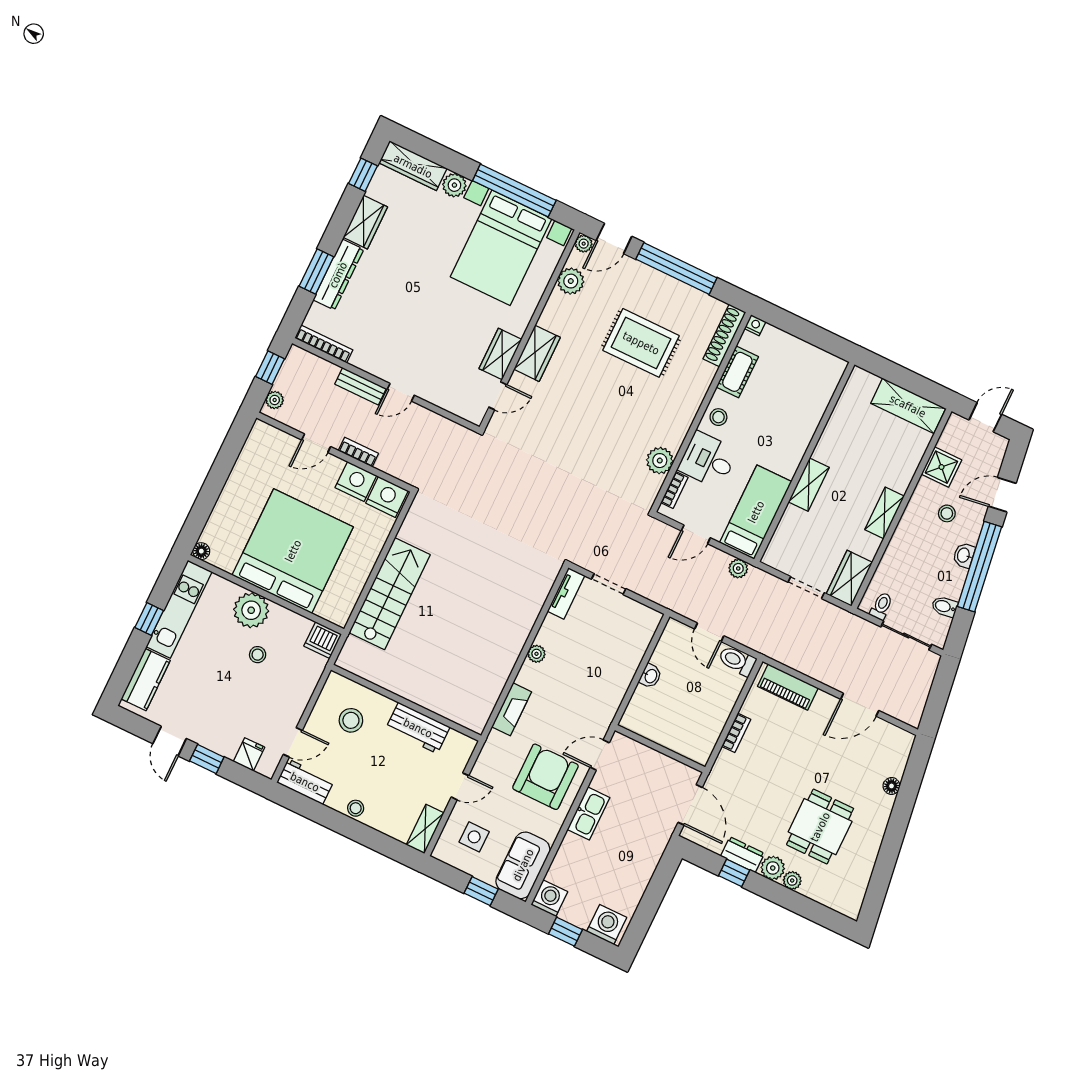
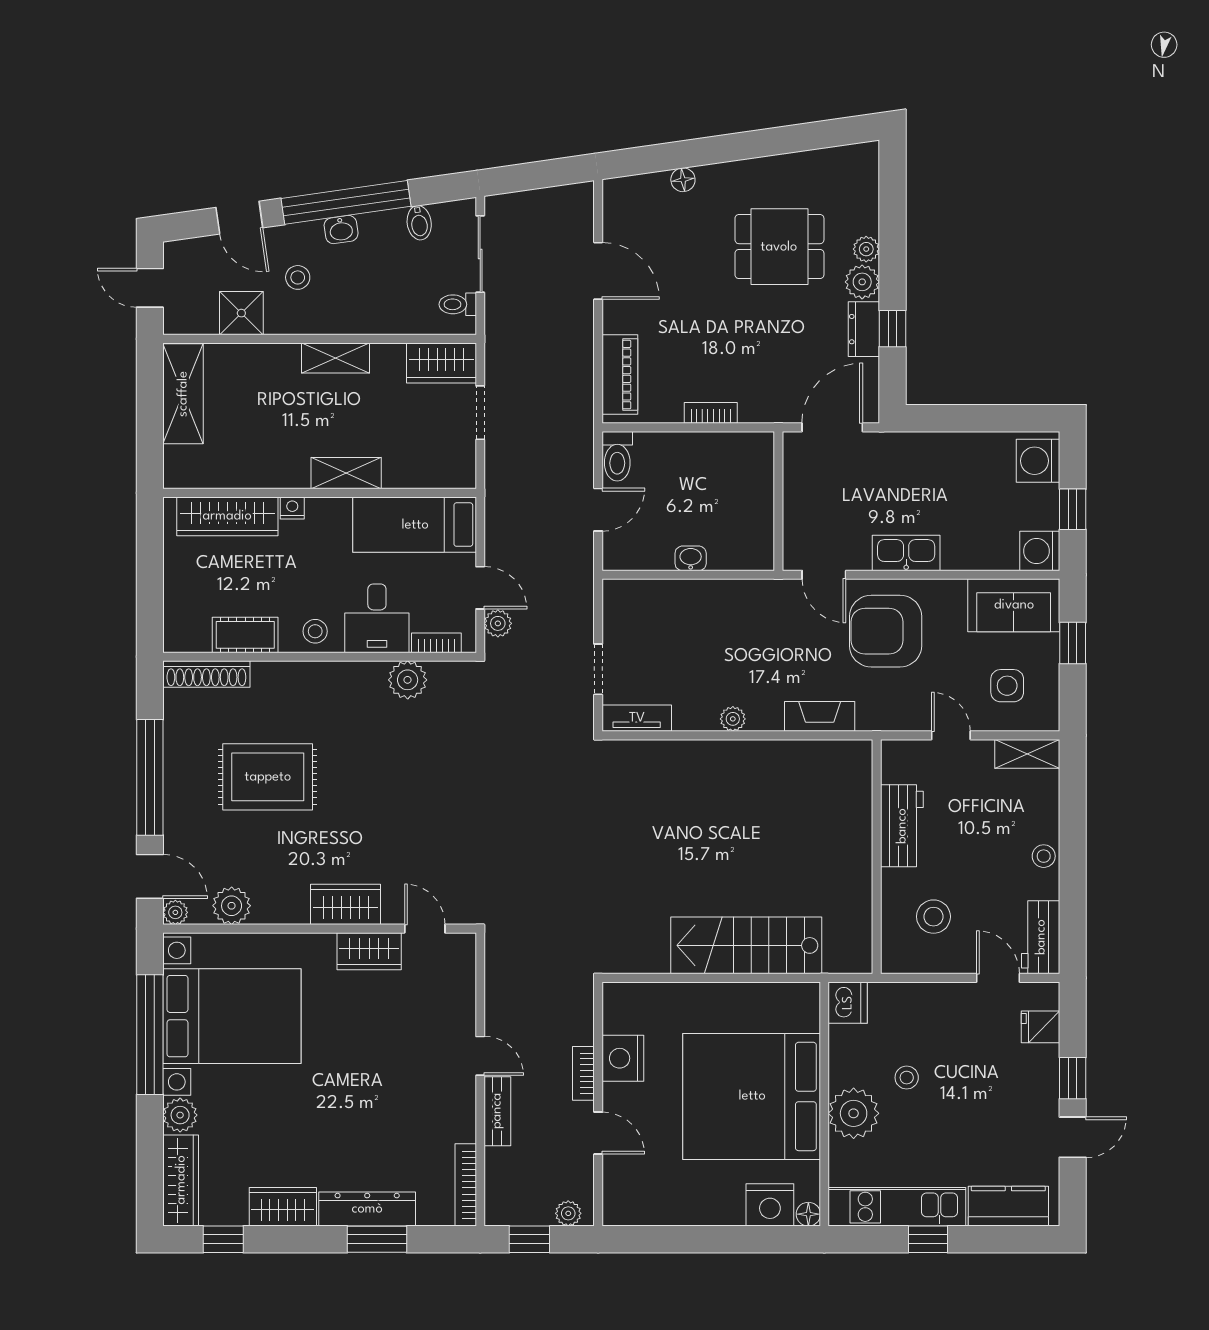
nightstand: (755, 325) -> (292, 508), moved, turned 90
rug: (641, 343) -> (268, 777), turned 90
wardrobe: (818, 397) -> (227, 516), added
nightstand: (387, 497) -> (770, 1205), moved, turned -90
plant: (738, 568) -> (498, 623), moved

